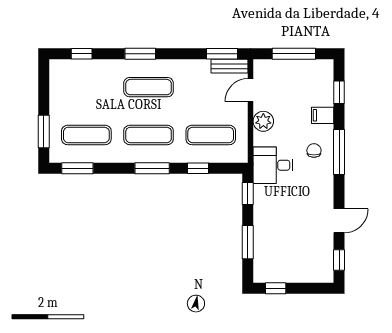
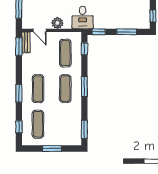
window: (44, 131) -> (52, 148), moved
exercise mat: (86, 135) -> (38, 124), moved
window: (198, 168) -> (84, 49), moved

